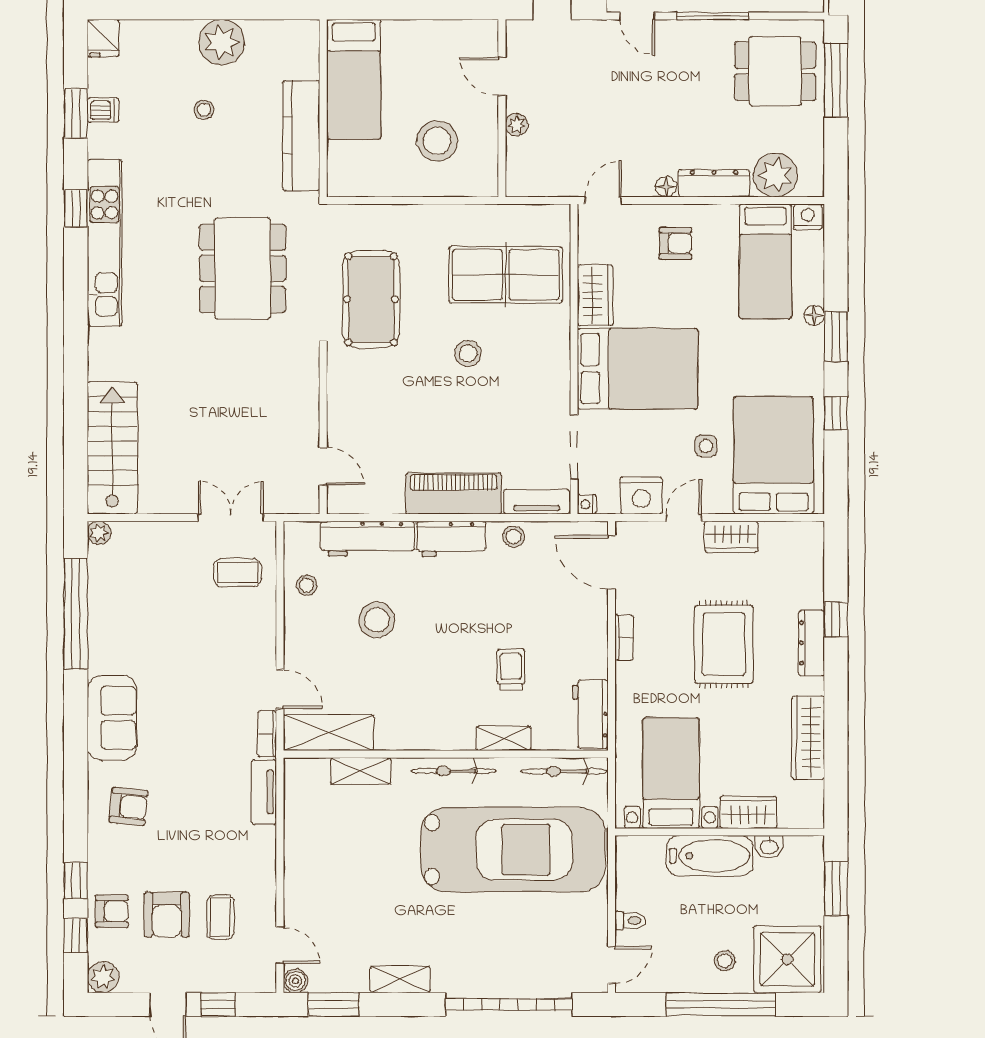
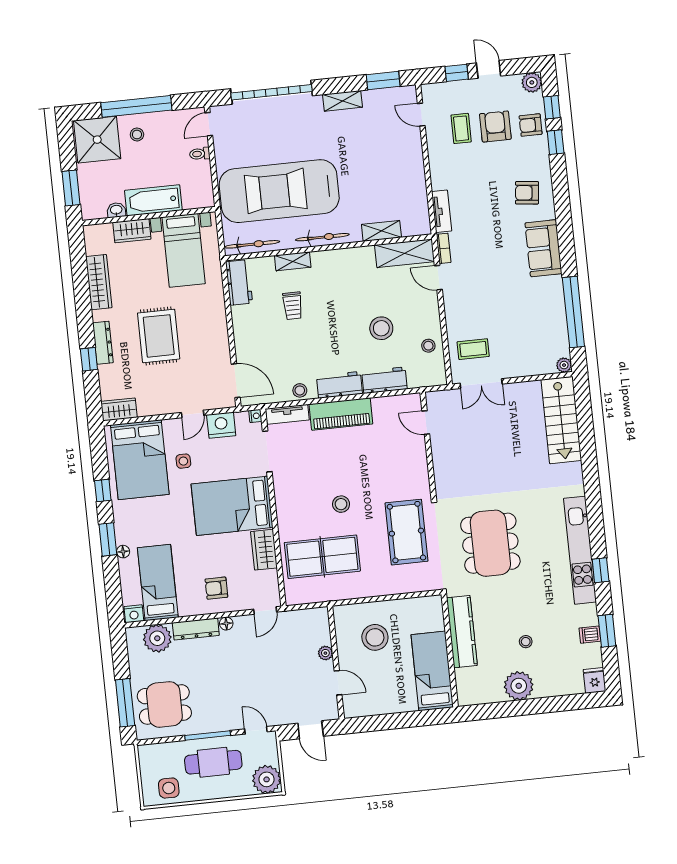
wardrobe: (731, 537) -> (119, 409), moved
workbench: (368, 539) -> (384, 380), width x0.73
bookcase: (624, 638) -> (223, 333), removed
boiler: (295, 981) -> (409, 93), removed

